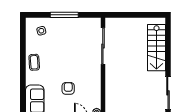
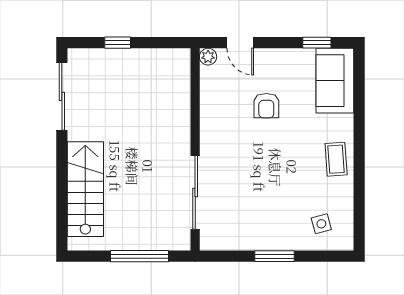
window: (64, 15) -> (274, 256), width x0.69
window: (130, 15) -> (139, 256), added

